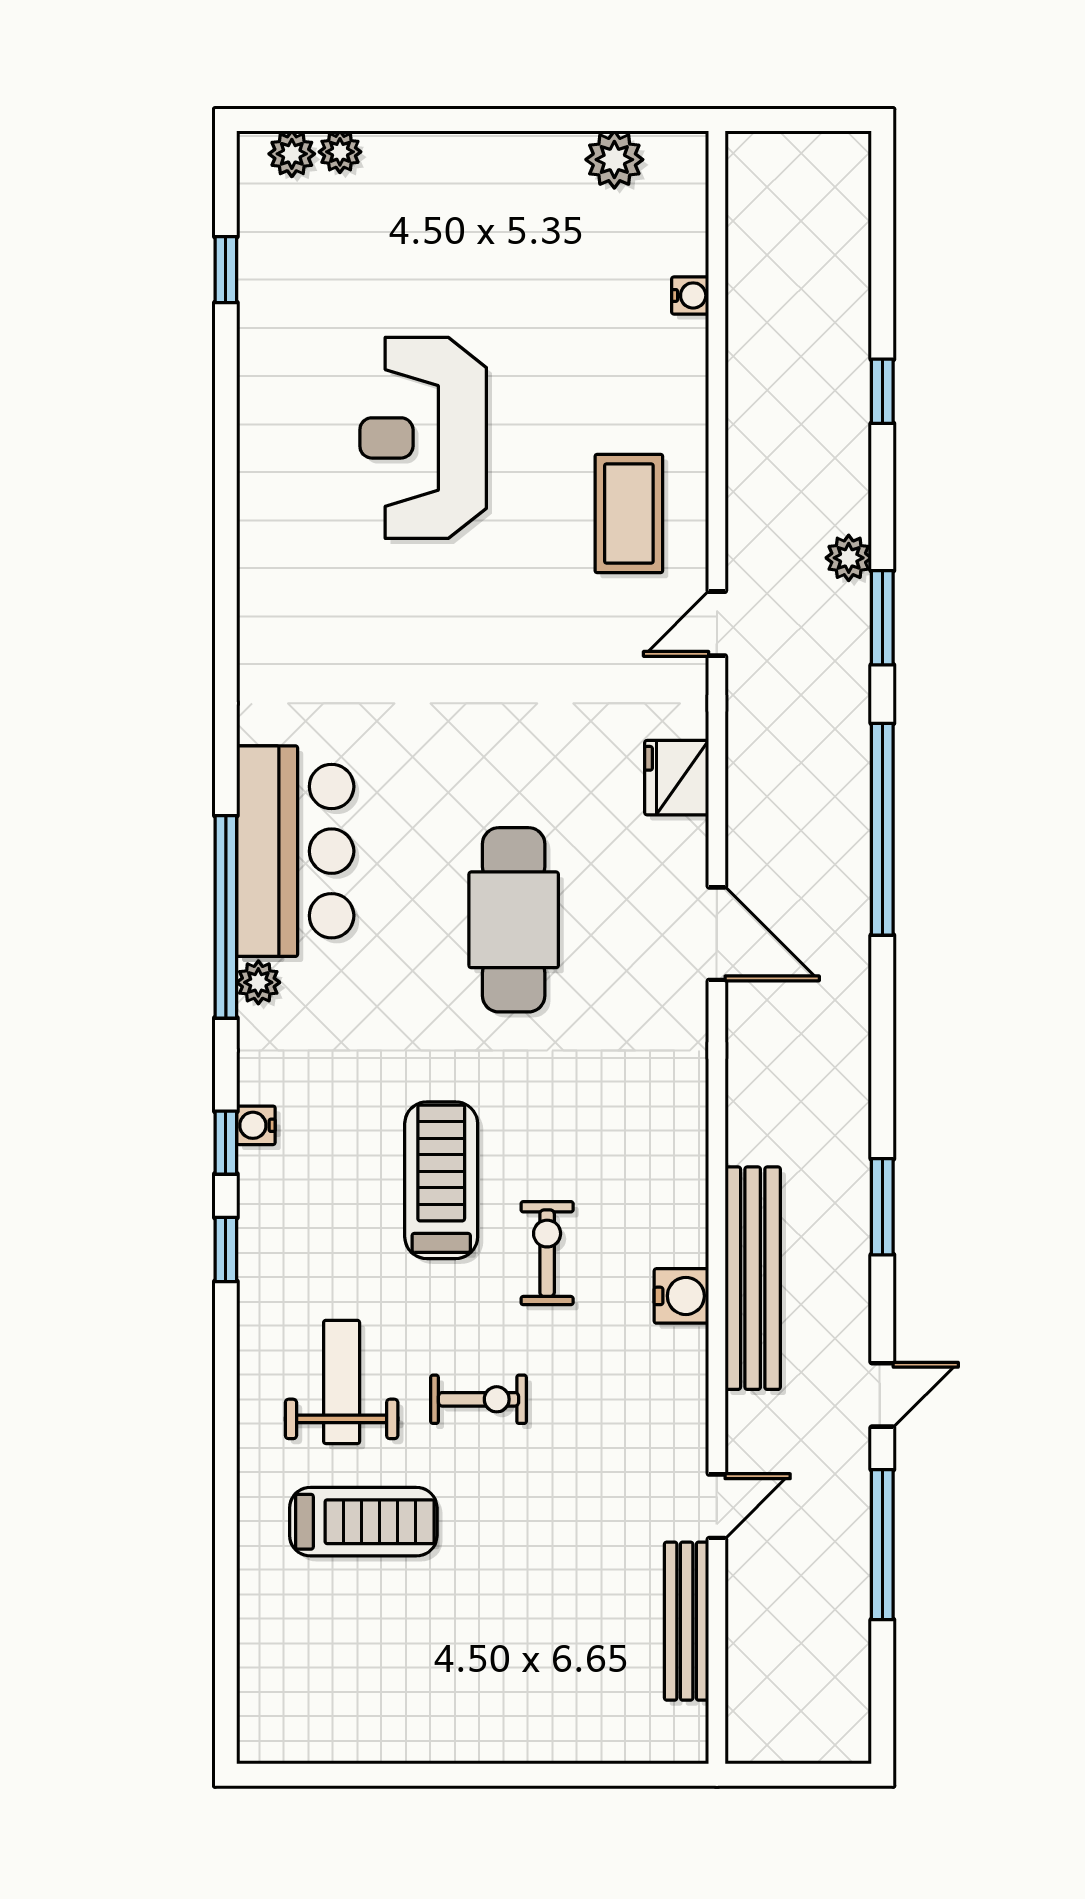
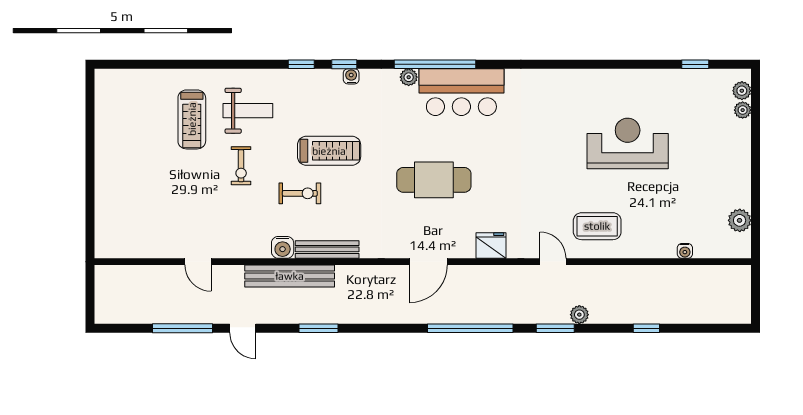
bench: (687, 1621) -> (327, 249), moved

